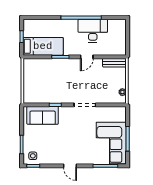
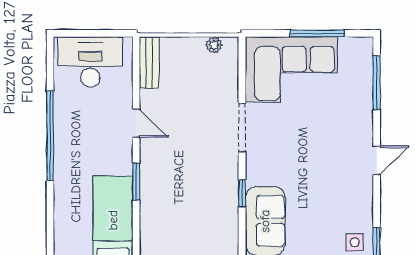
desk: (93, 31) -> (90, 62), moved, turned 90
corner sofa: (111, 143) -> (291, 69), moved

